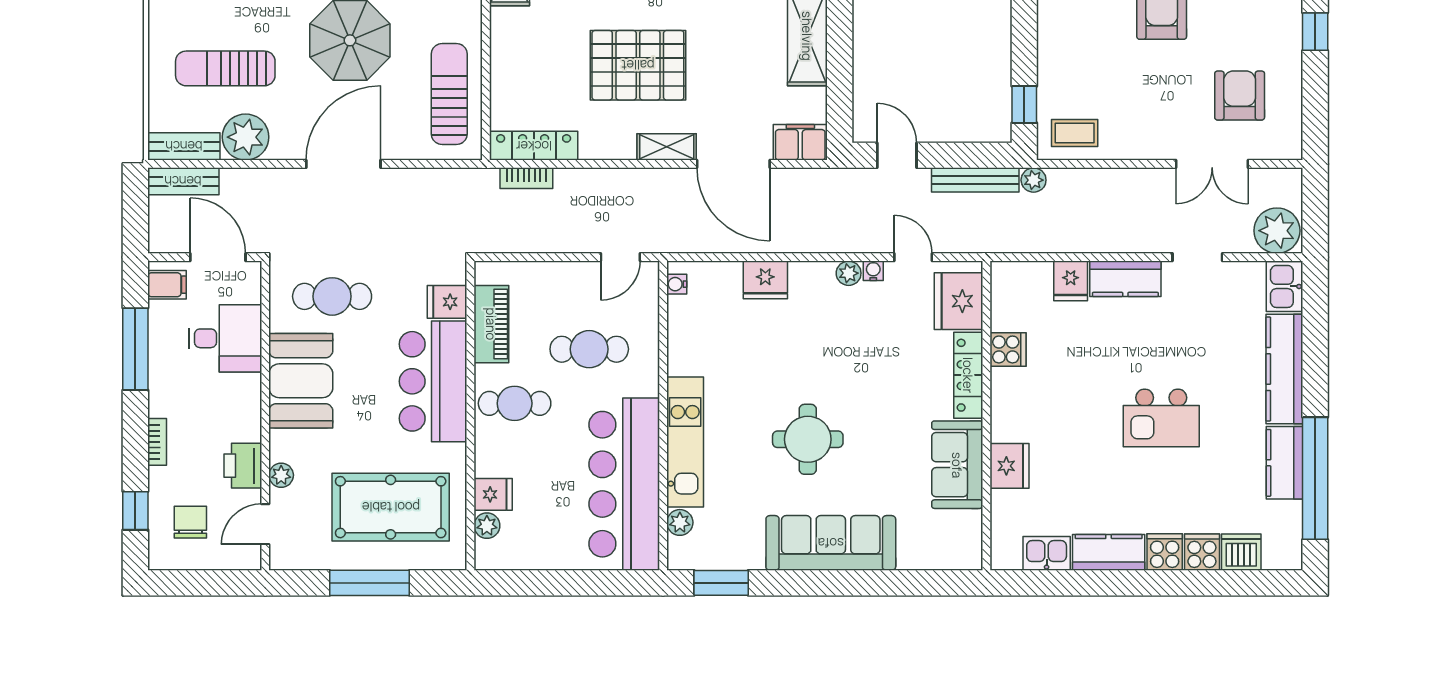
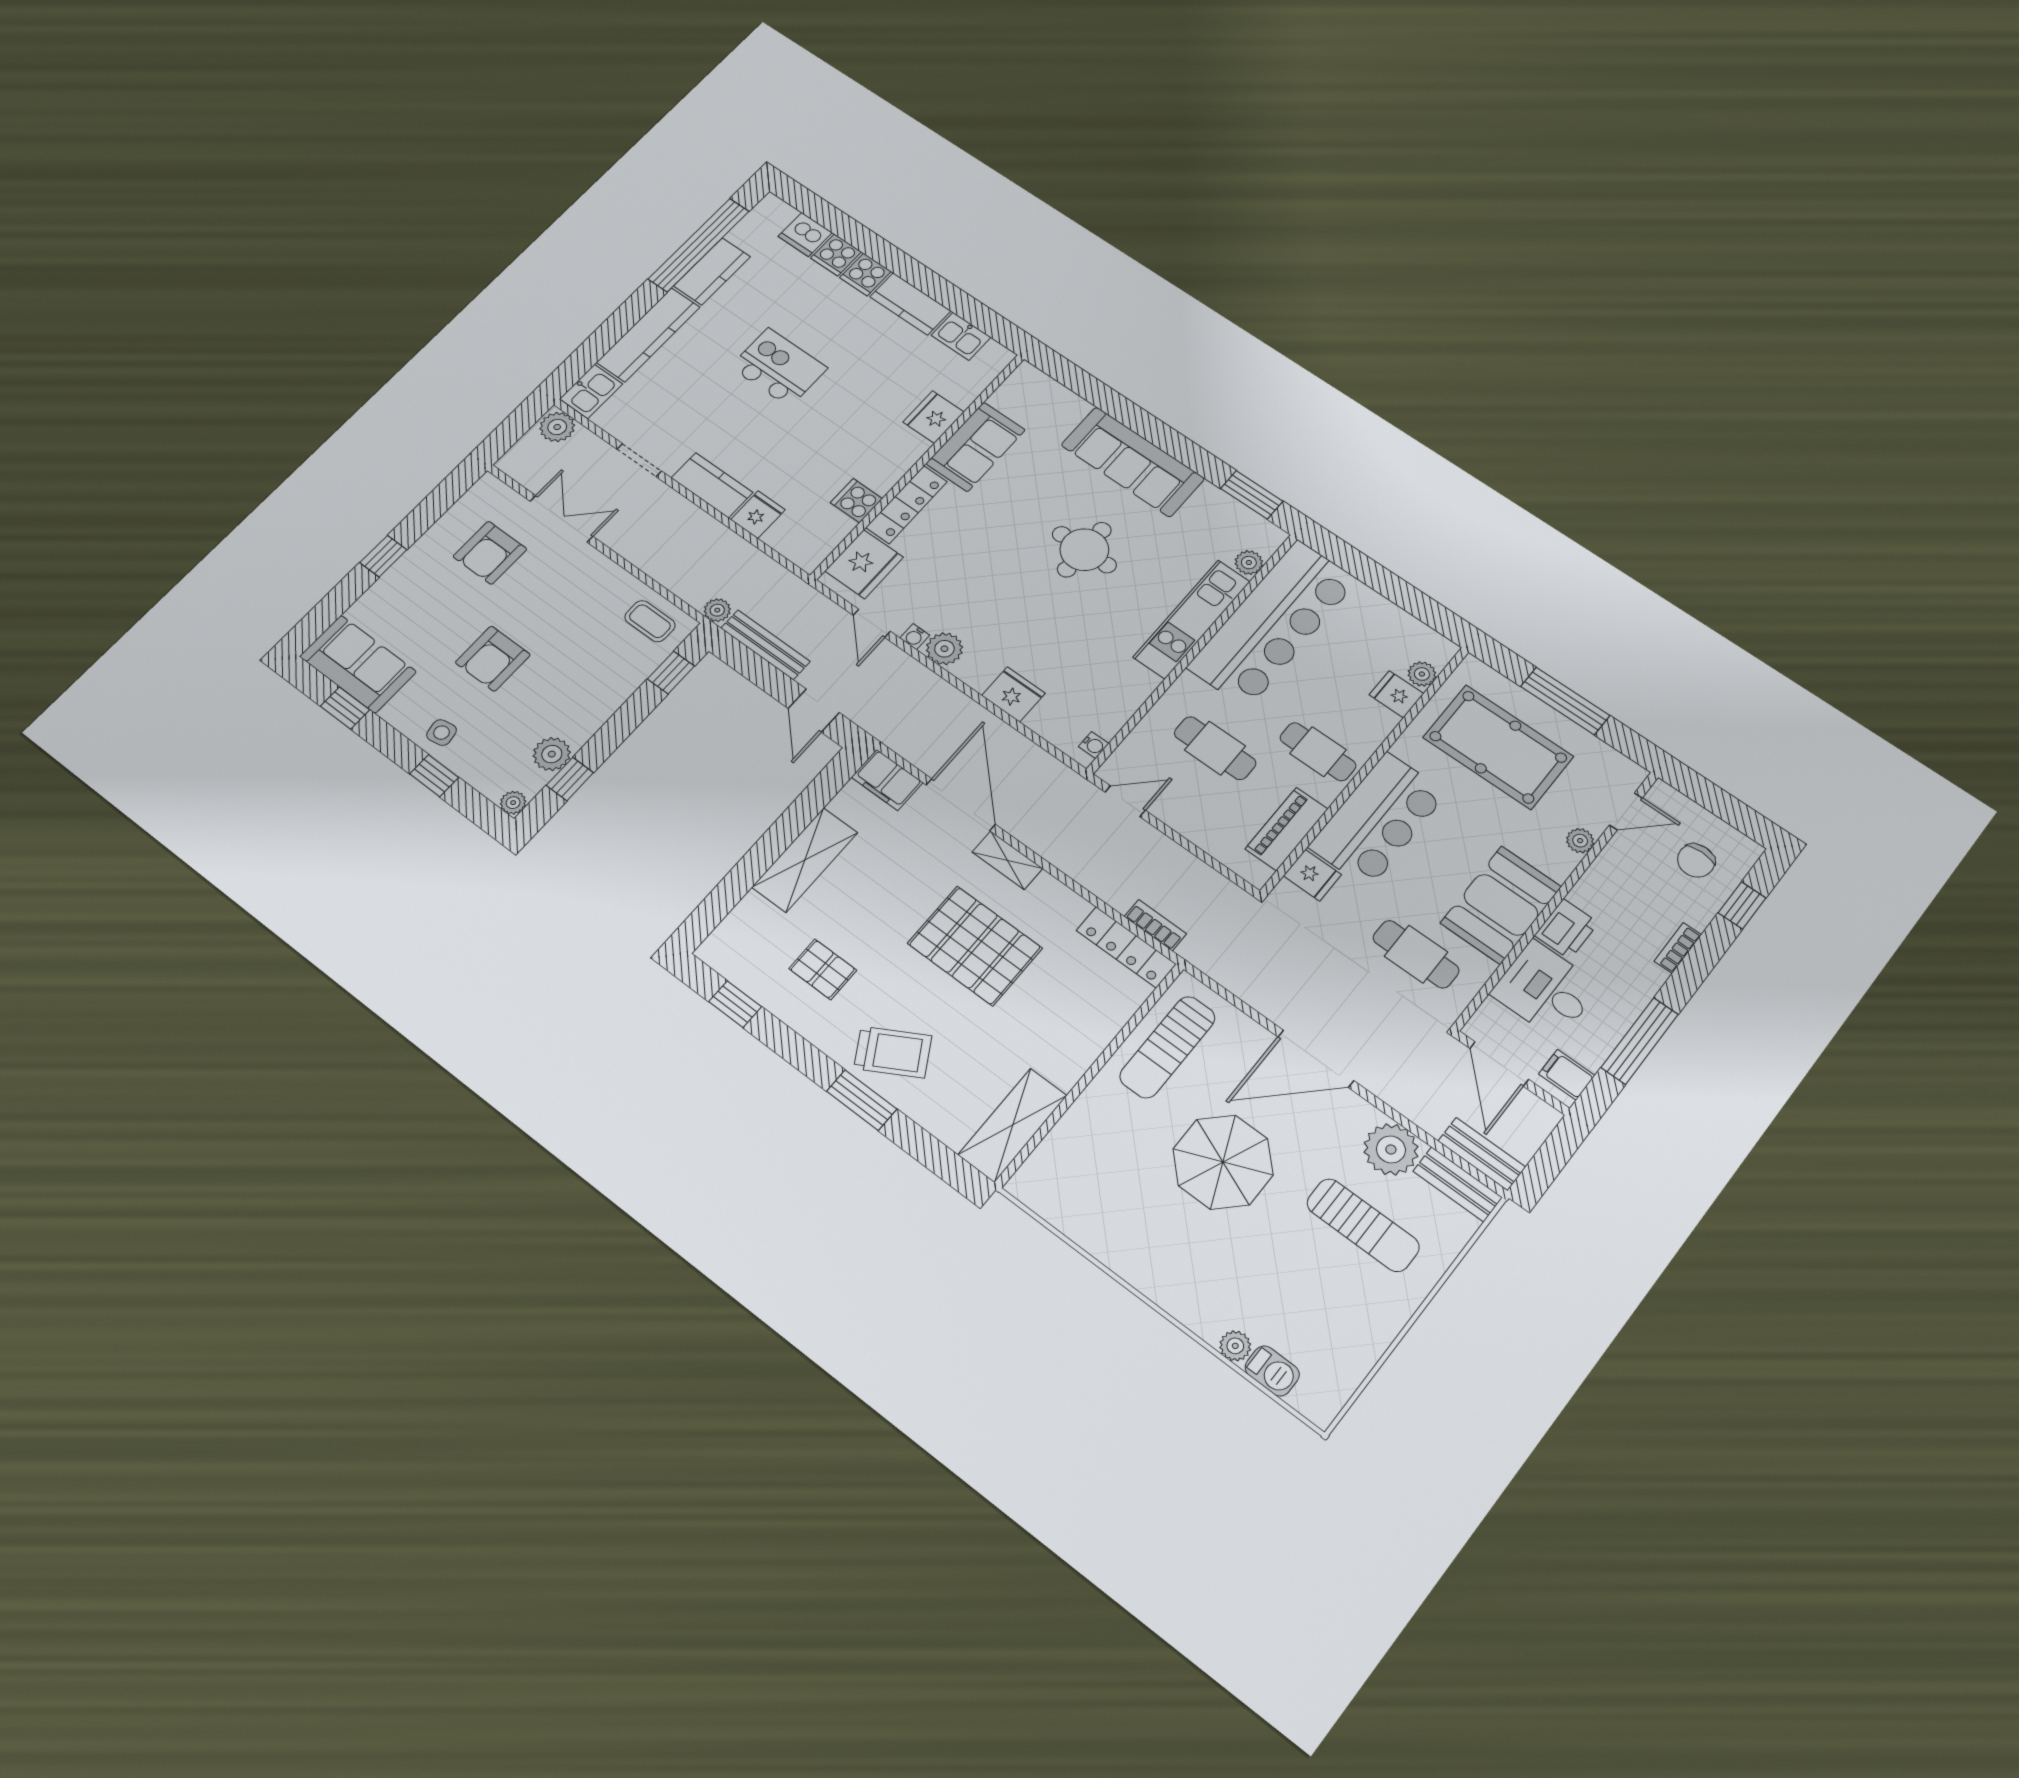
plant: (1277, 231) -> (557, 427), width x0.73, depth x0.73
plant: (849, 273) -> (944, 649), width x1.38, depth x1.38
printer: (243, 466) -> (1567, 929), moved

